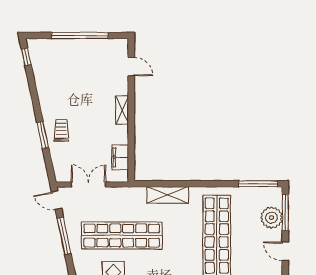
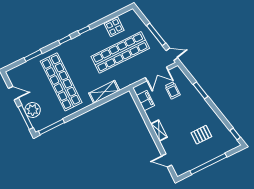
pallet: (70, 77) -> (201, 135), added
trolley: (61, 131) -> (173, 90), moved

